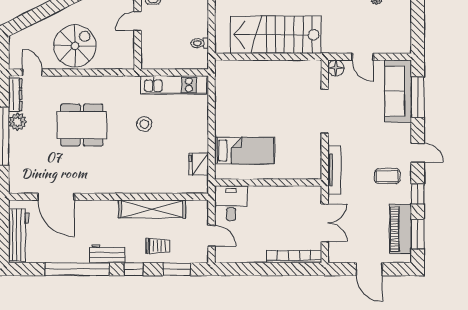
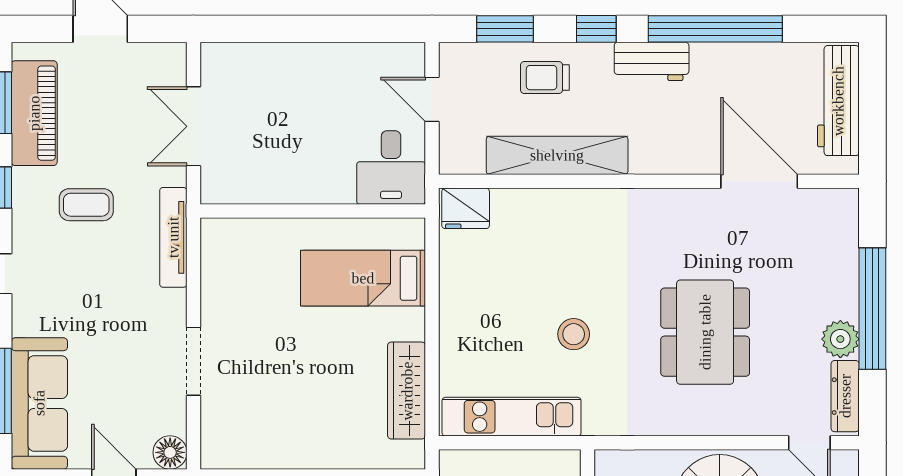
wardrobe: (224, 97) -> (407, 391), added
doorway: (325, 111) -> (194, 361), width x0.73
dining table: (82, 125) -> (705, 332), turned 90
fridge: (199, 164) -> (466, 208), moved, turned 90
coffee table: (387, 176) -> (86, 205), moved
bookcase: (294, 257) -> (258, 55), removed

